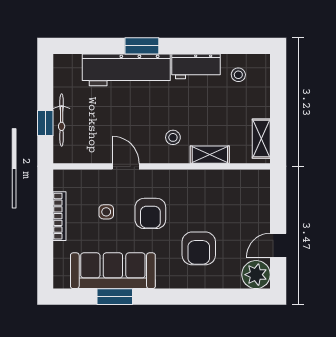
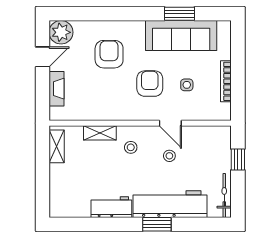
stool: (238, 75) -> (169, 156), moved
bicycle: (62, 120) -> (224, 195), moved
fireplace: (261, 207) -> (57, 89), added

